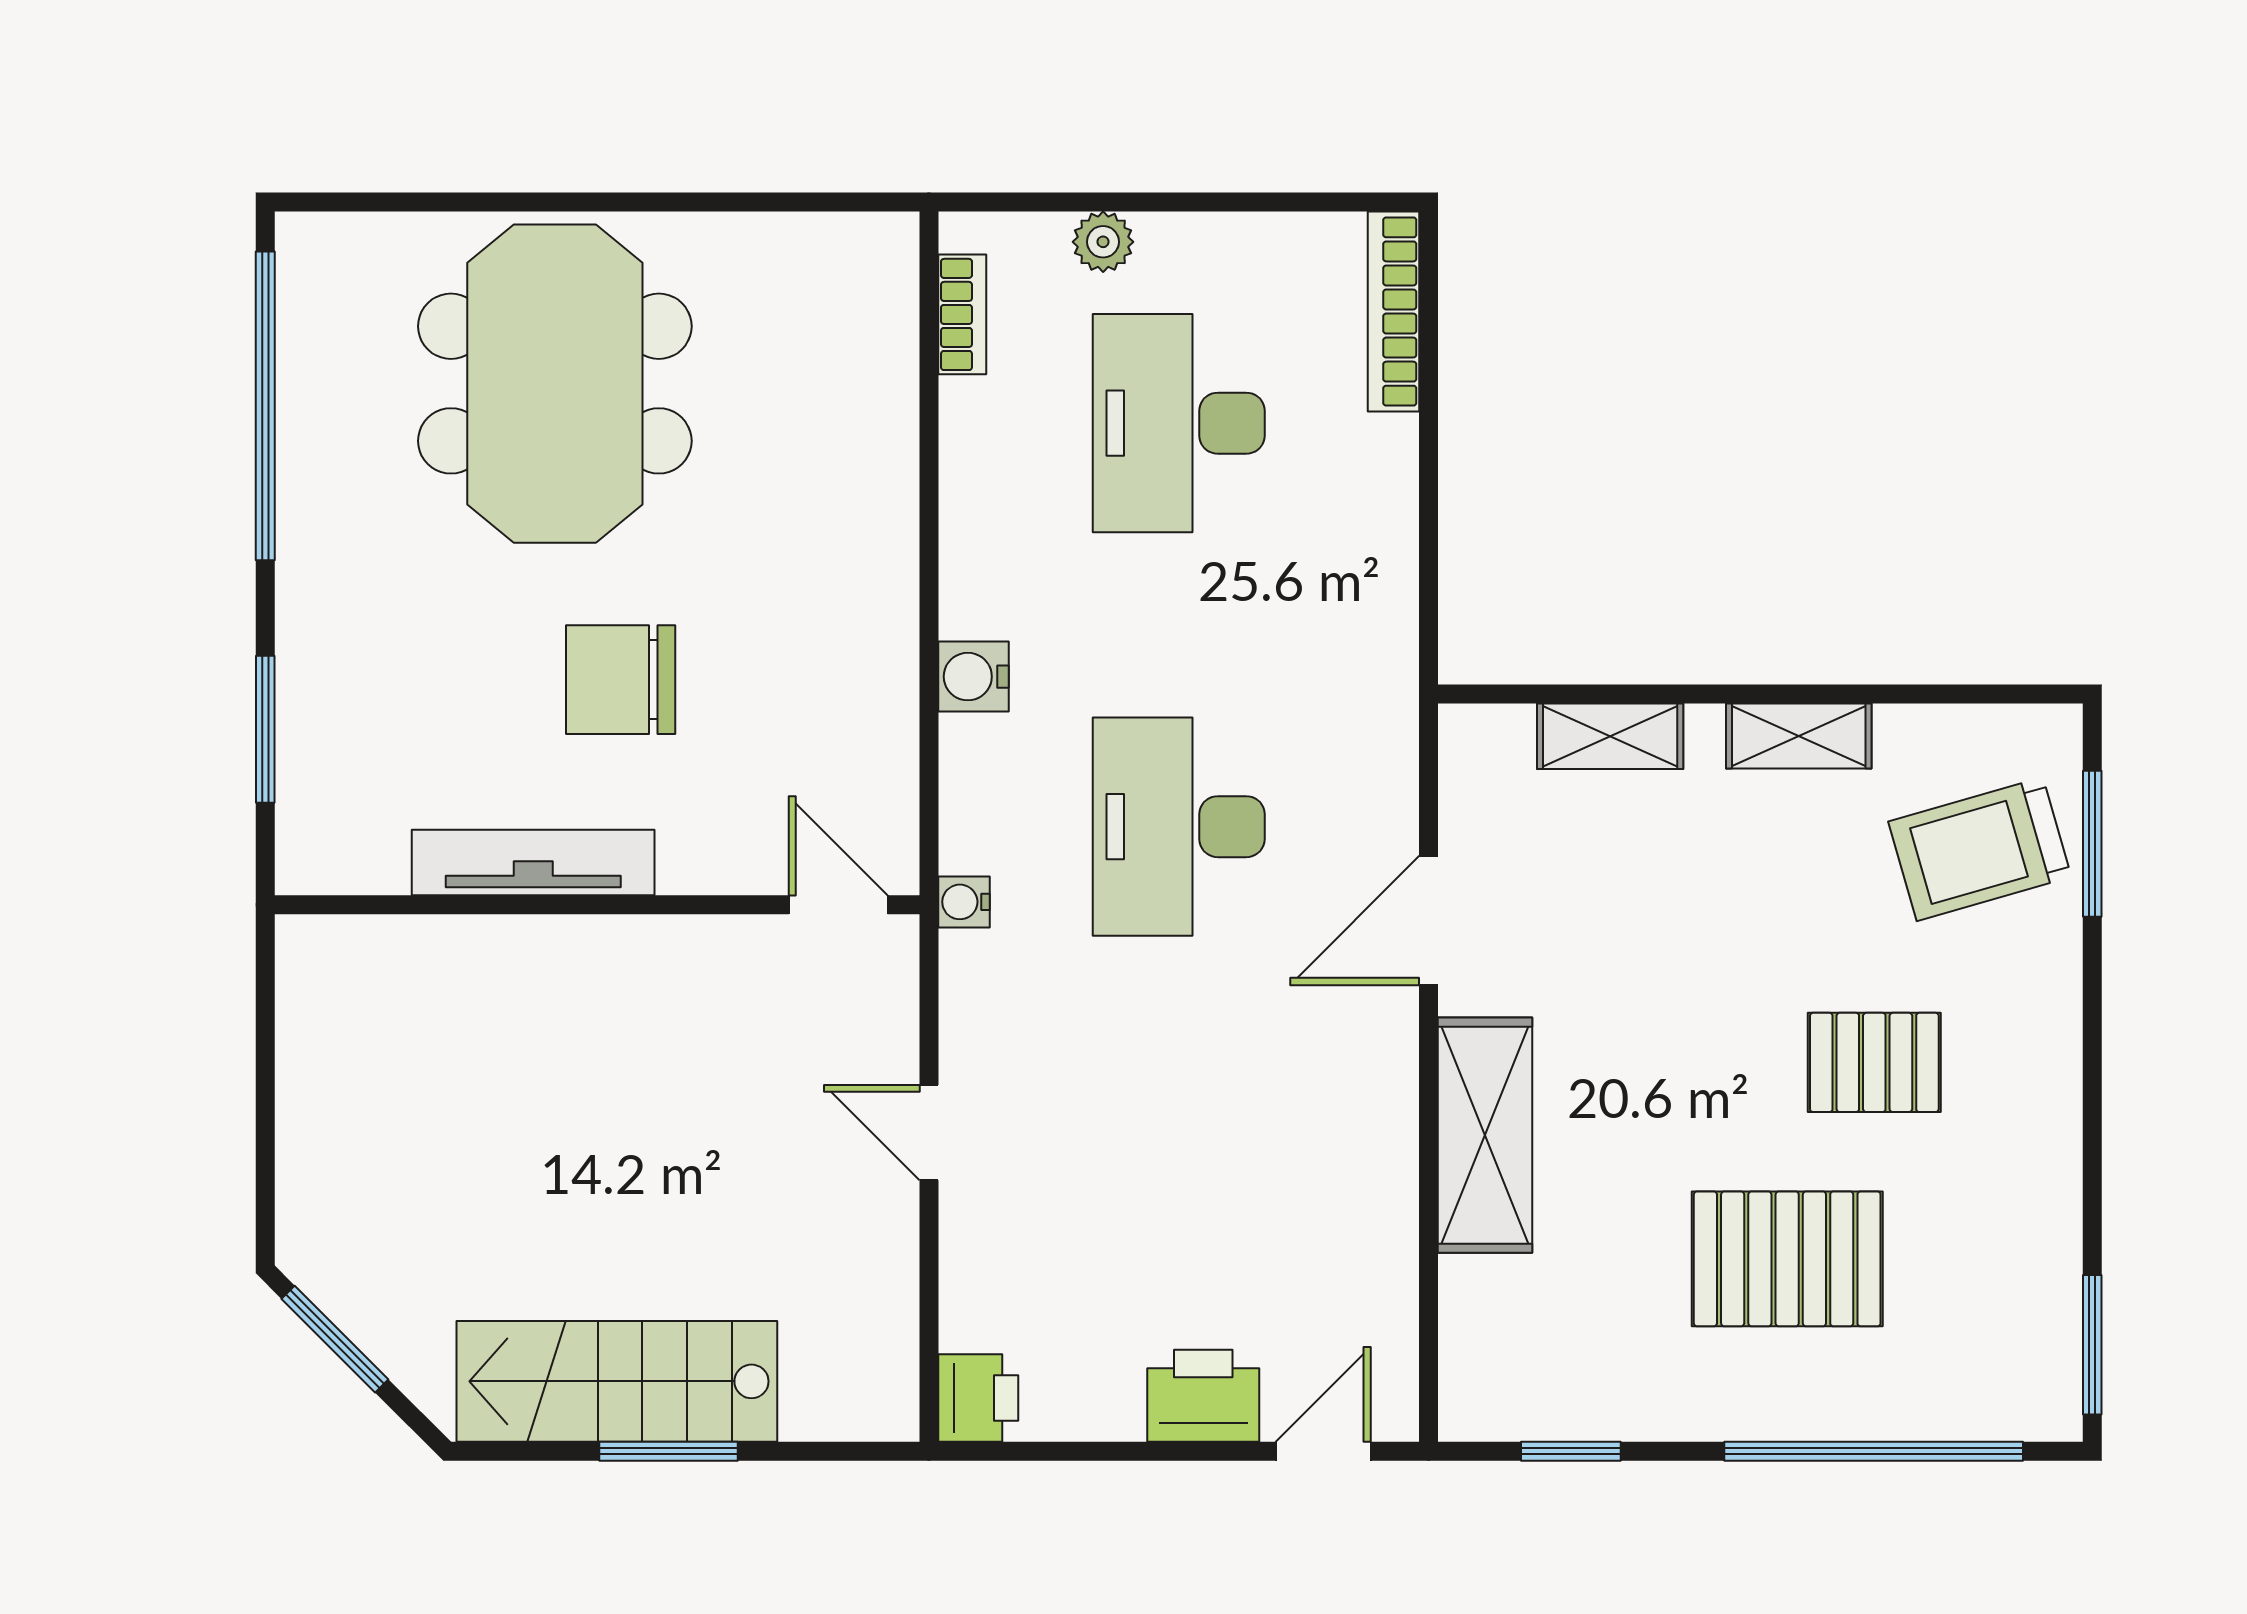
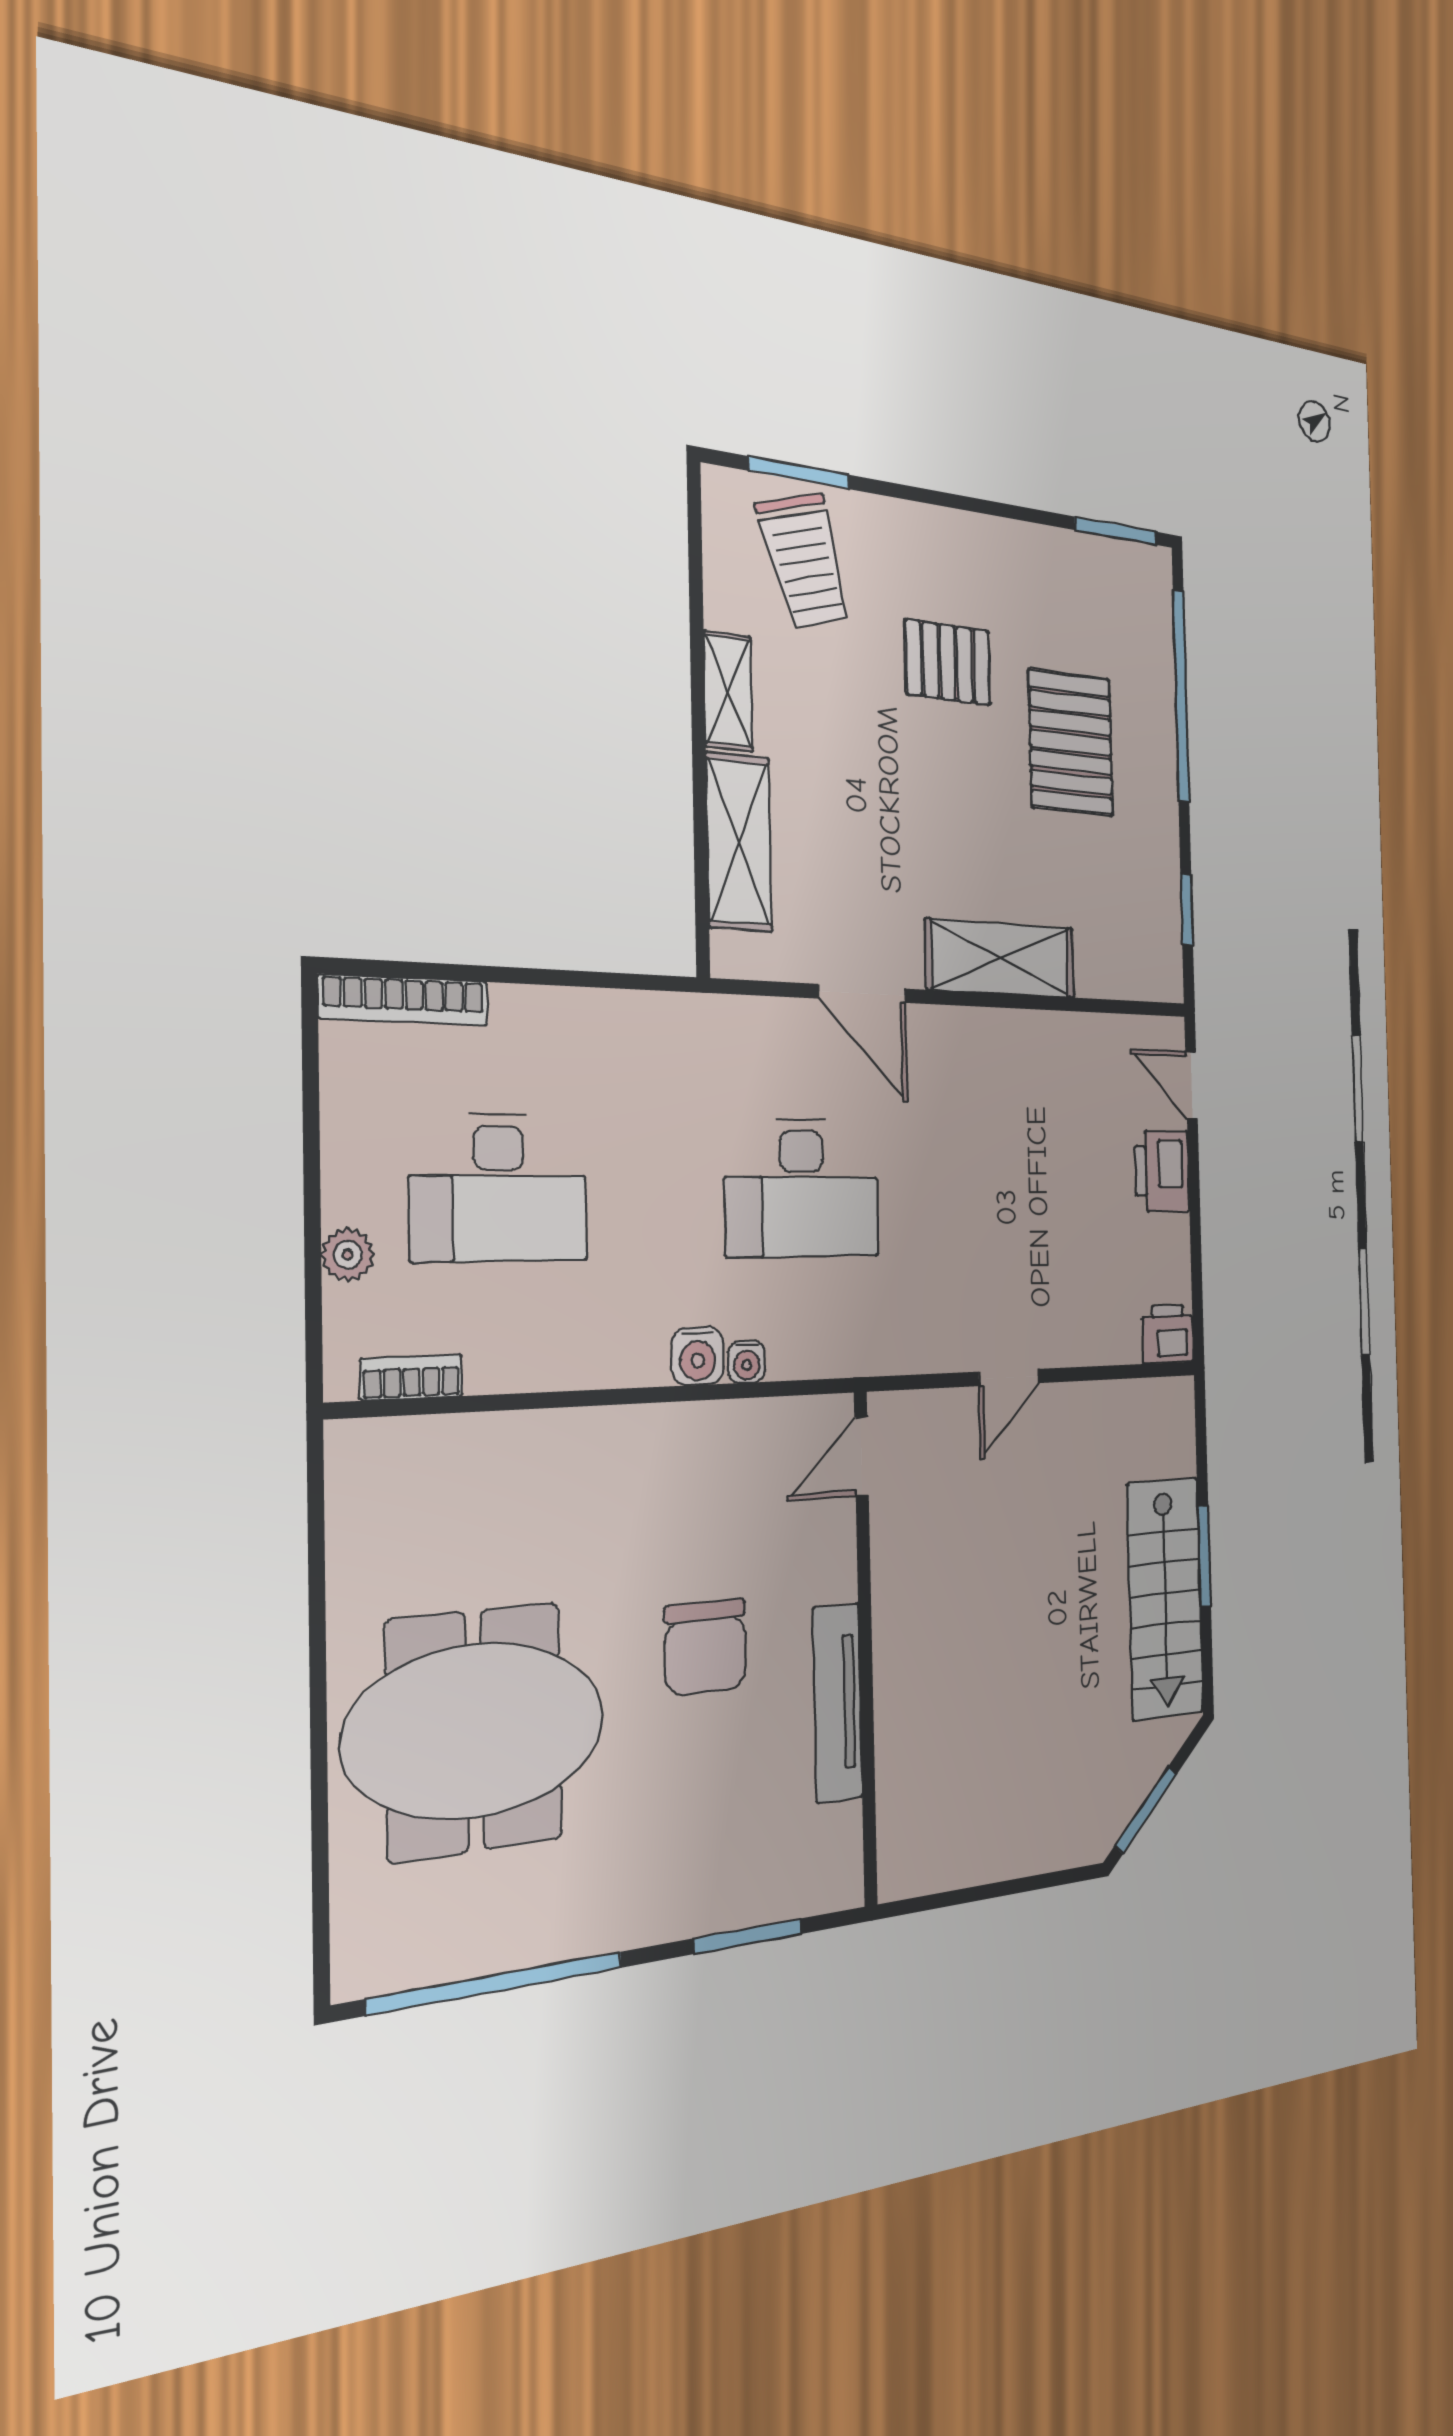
shelving: (1610, 736) -> (739, 842), width x1.50, depth x1.33
water cooler: (964, 902) -> (747, 1362), moved
pallet: (1874, 1062) -> (948, 662), turned 90

